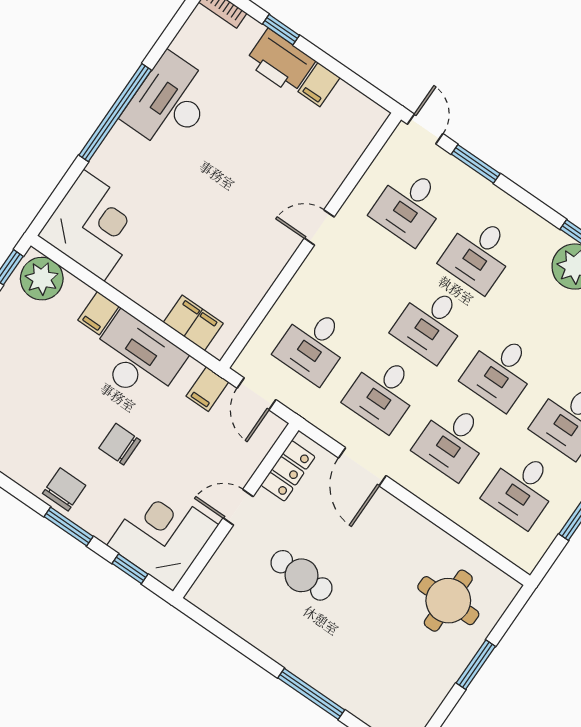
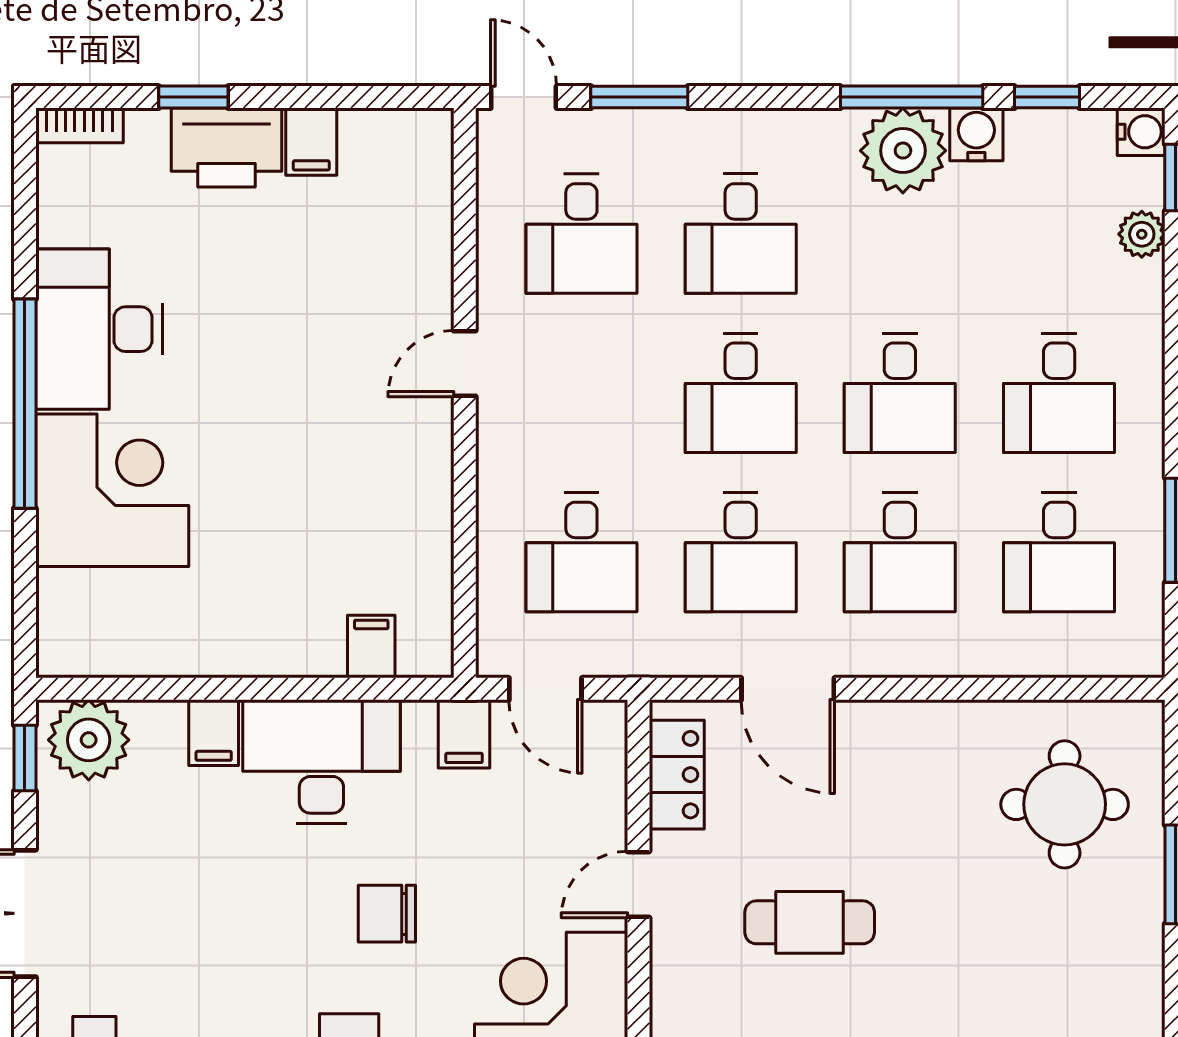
corner desk: (94, 225) -> (112, 490), moved
filing cabinet: (193, 323) -> (371, 646), width x0.50

